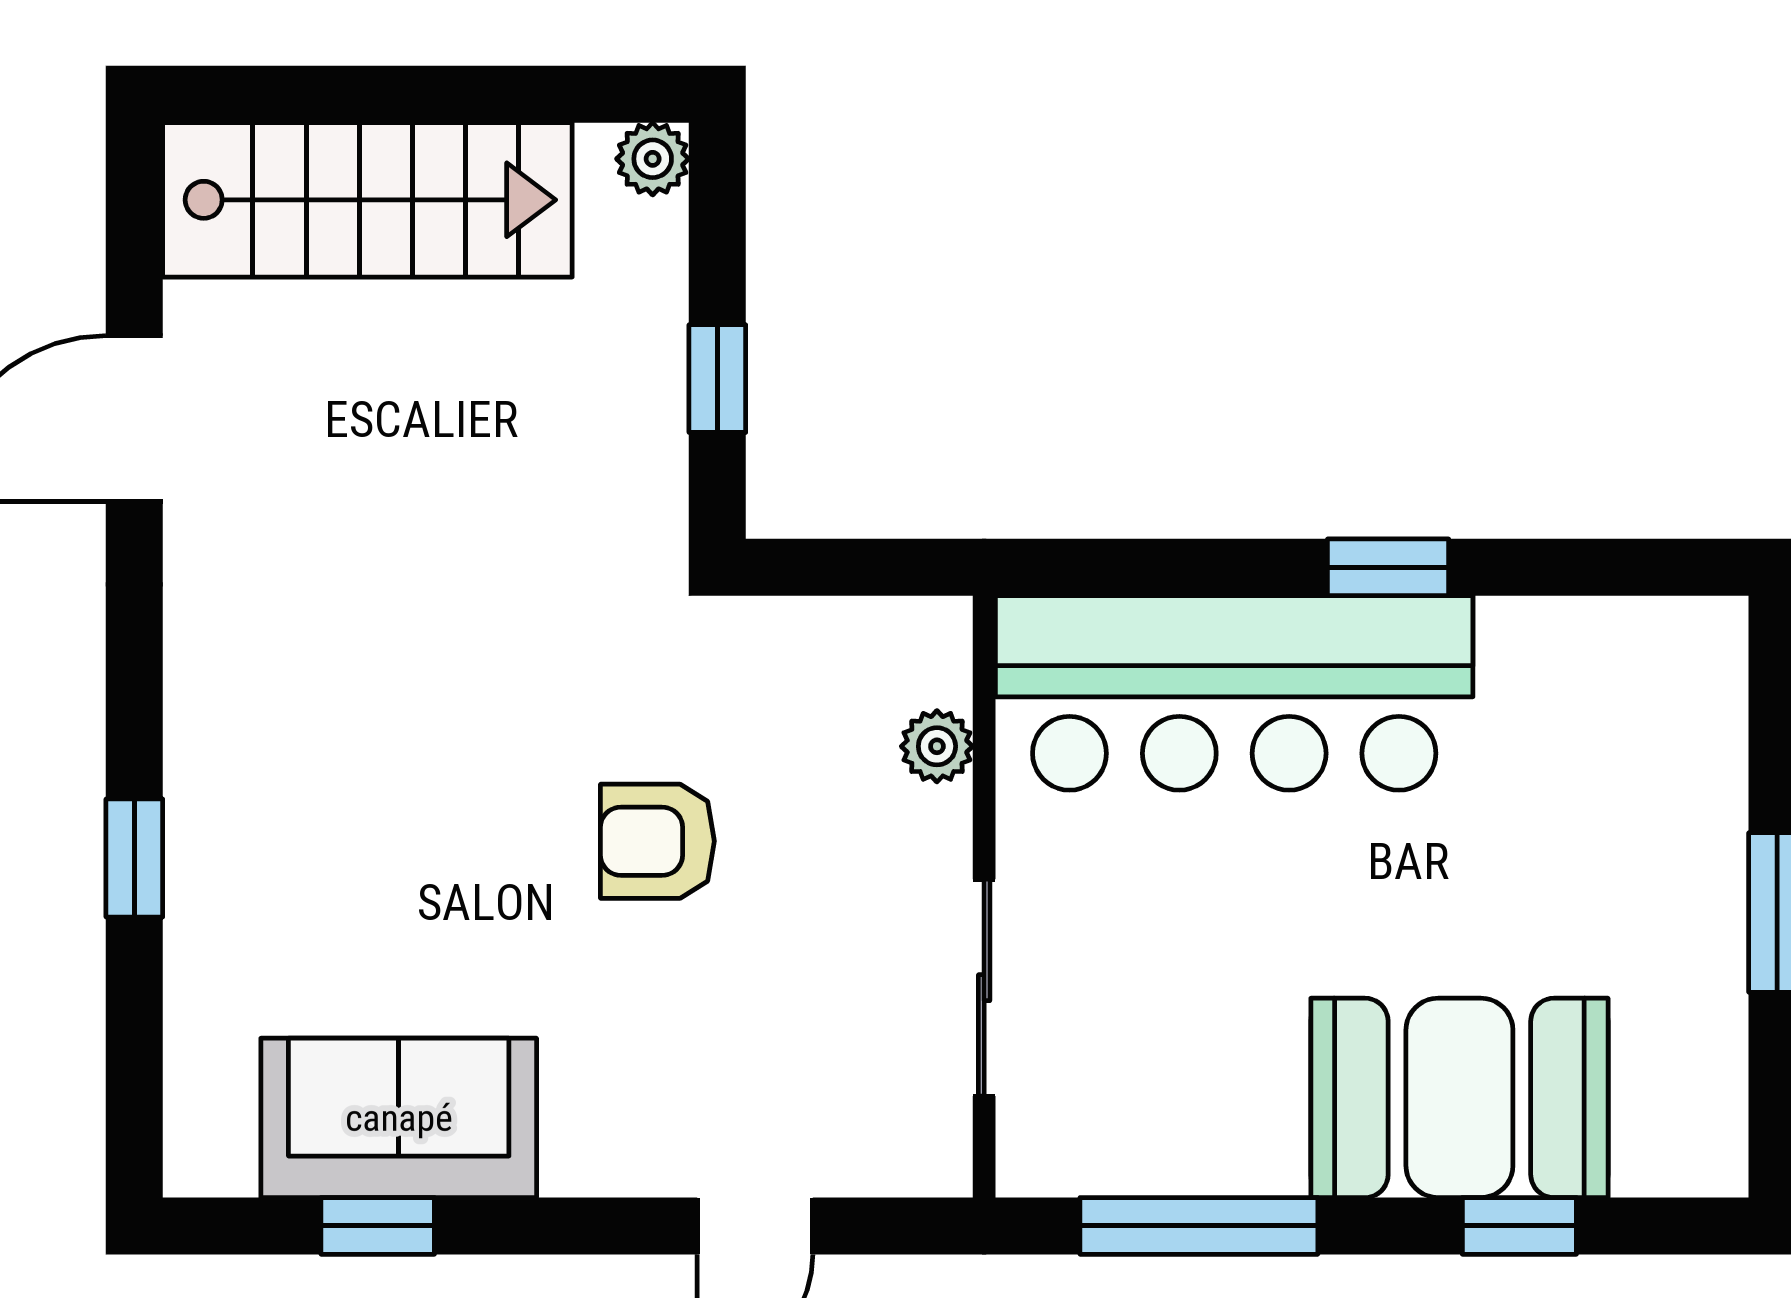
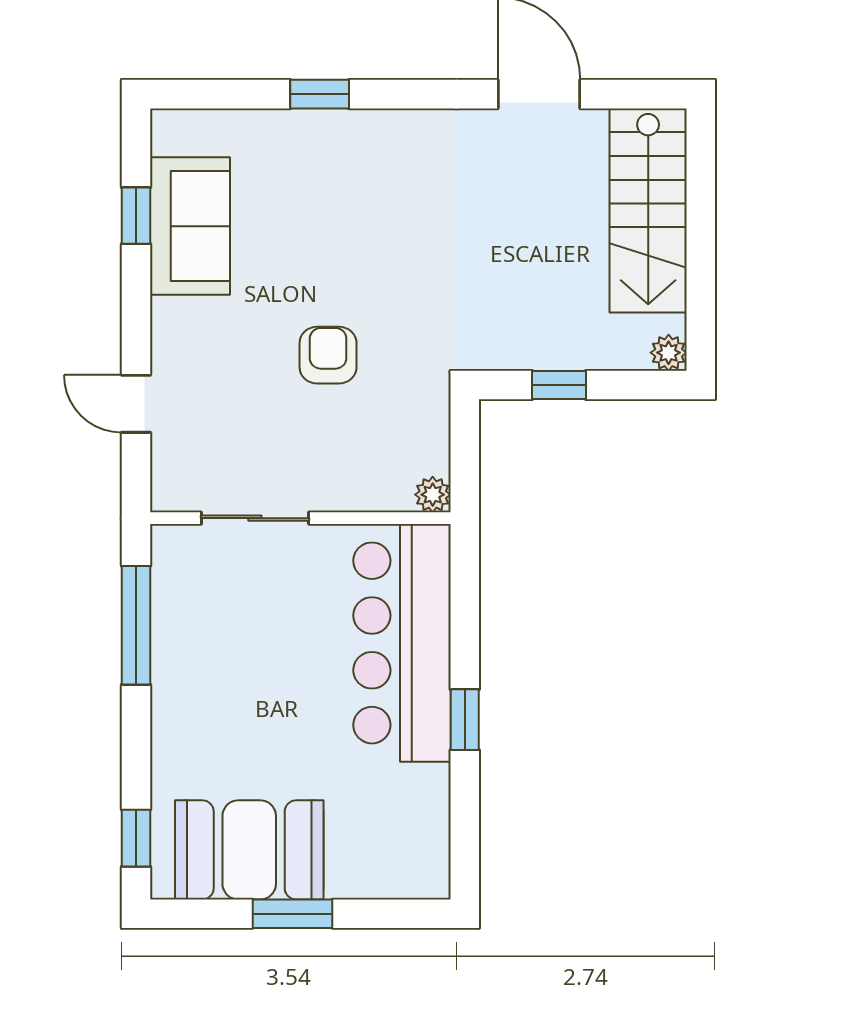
plant: (937, 746) -> (433, 495), moved
booth: (1459, 1098) -> (249, 850), moved, turned 90
window: (1519, 1226) -> (136, 838), moved

